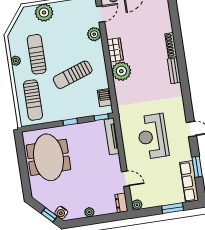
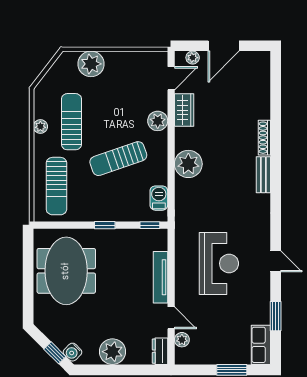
plant: (94, 34) -> (158, 121), moved
wardrobe: (115, 50) -> (184, 110), moved
tv unit: (112, 136) -> (161, 277), moved
reception desk: (153, 136) -> (219, 263), turned 180
row of seats: (189, 181) -> (261, 345), width x0.68
plant: (137, 205) -> (182, 340), moved
plant: (89, 212) -> (112, 352), width x1.87, depth x1.87

